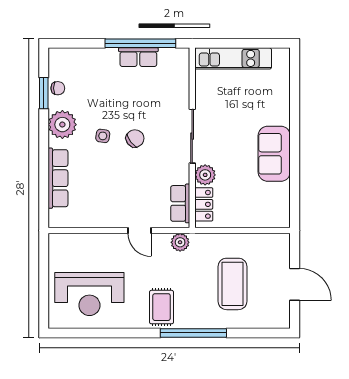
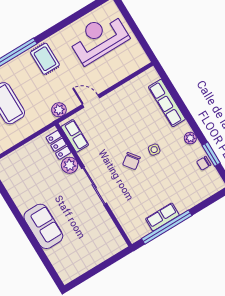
kitchen unit: (233, 58) -> (98, 255), removed
plant: (62, 125) -> (190, 138), width x0.53, depth x0.53
sofa: (274, 154) -> (43, 226), moved

